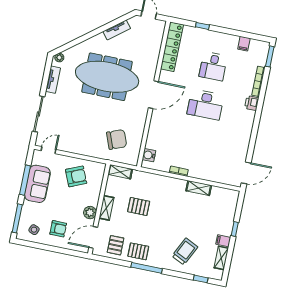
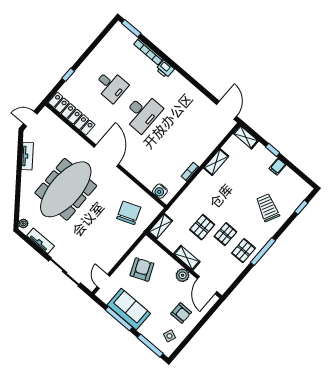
filing cabinet: (244, 44) -> (106, 46), removed
armchair: (58, 229) -> (181, 313), turned 90
pallet: (116, 245) -> (225, 234), moved, turned 90
shelving: (221, 258) -> (246, 137), moved

